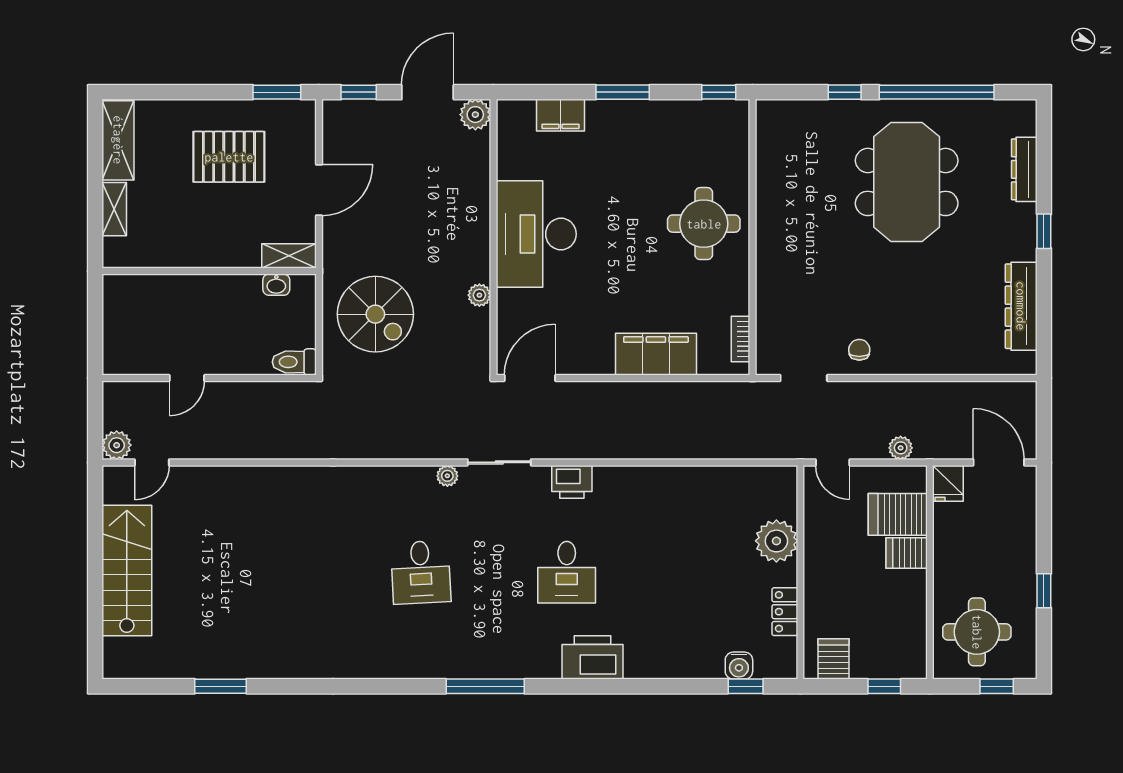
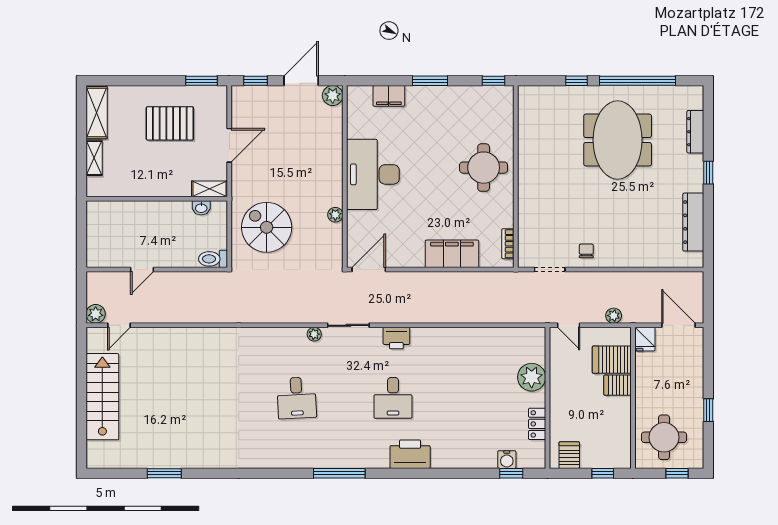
spiral stairs: (375, 314) -> (267, 227), turned 180

